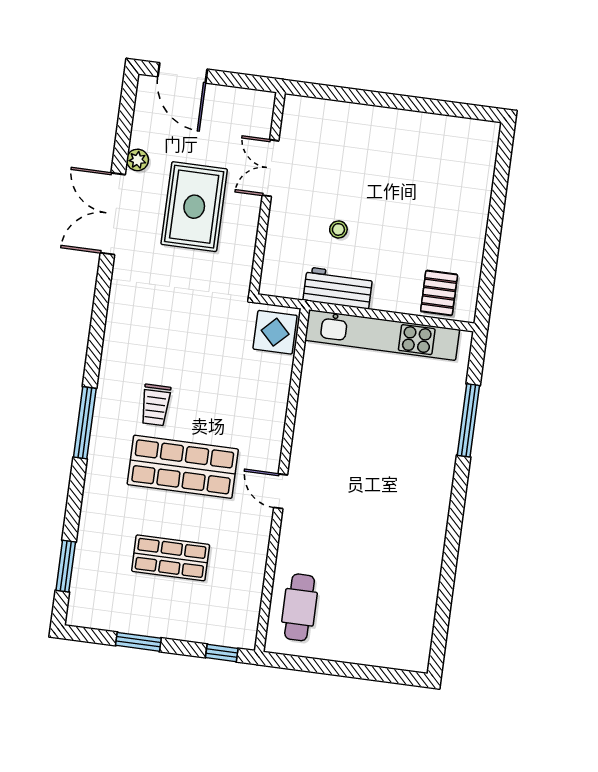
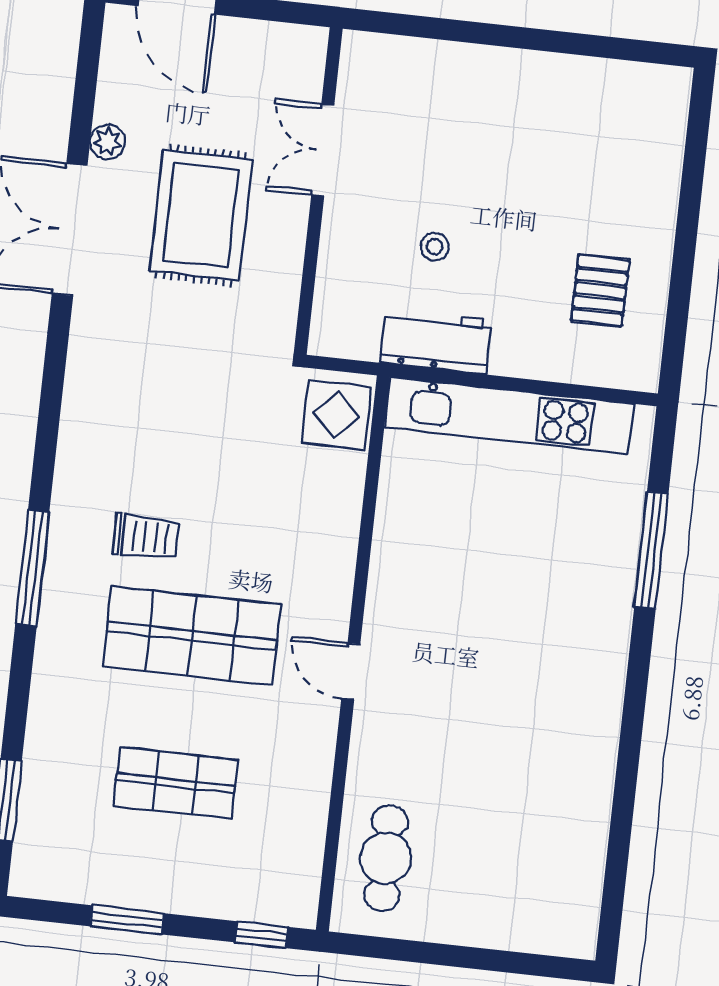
pallet: (439, 293) -> (600, 290), moved
trolley: (156, 405) -> (146, 537), turned -90

